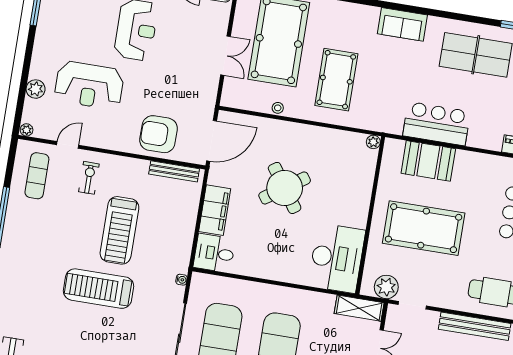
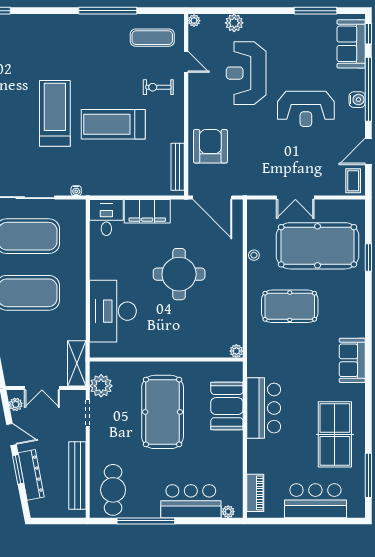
exercise bike: (89, 178) -> (158, 87), turned 180
round table: (285, 188) -> (179, 274), turned 35
desk: (337, 258) -> (113, 311), moved, turned 90

